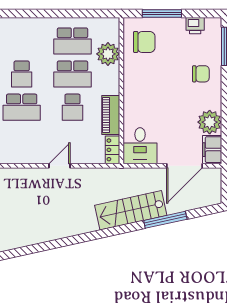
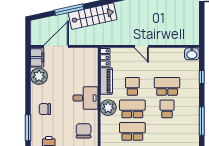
chair: (144, 42) -> (84, 131), turned 90
plant: (108, 54) -> (108, 108), moved
desk: (140, 146) -> (85, 98), moved, turned 90
door: (59, 166) -> (141, 46), hinge flipped

